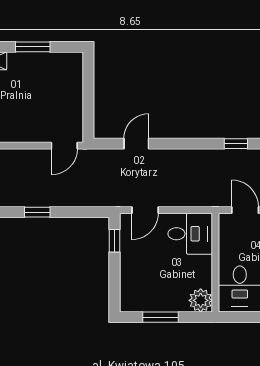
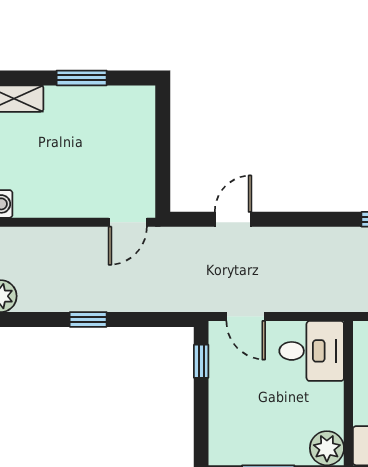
door: (145, 210) -> (246, 317), hinge flipped

